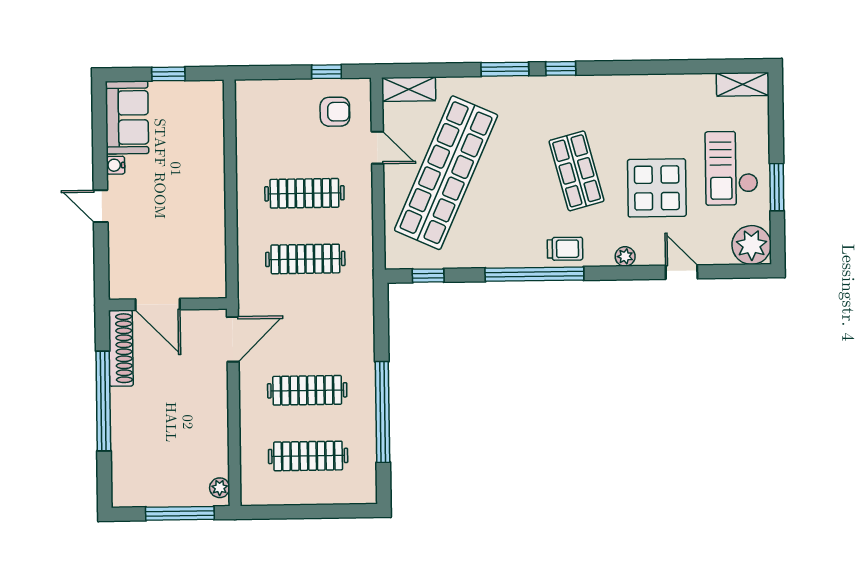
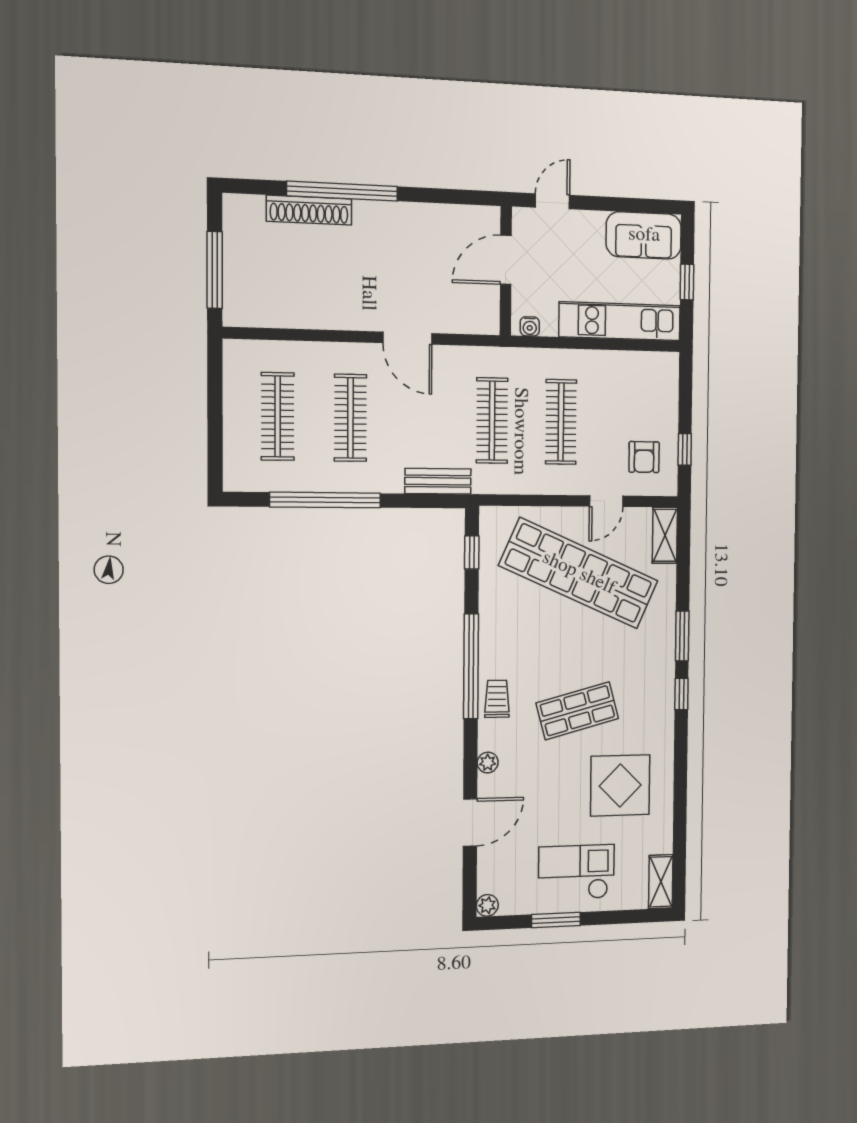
kitchen unit: (208, 139) -> (620, 321), added
water cooler: (116, 165) -> (530, 326), moved, turned 180
display table: (657, 188) -> (620, 785), moved
plant: (752, 245) -> (487, 905), width x0.53, depth x0.53
trolley: (565, 249) -> (497, 699), turned 180
door: (682, 272) -> (470, 823), width x1.38
door: (158, 304) -> (506, 260), moved
wall: (168, 304) -> (506, 271), moved
bench: (363, 309) -> (438, 481), added
shoe rack: (121, 348) -> (309, 210), moved
plant: (220, 488) -> (243, 316), removed

